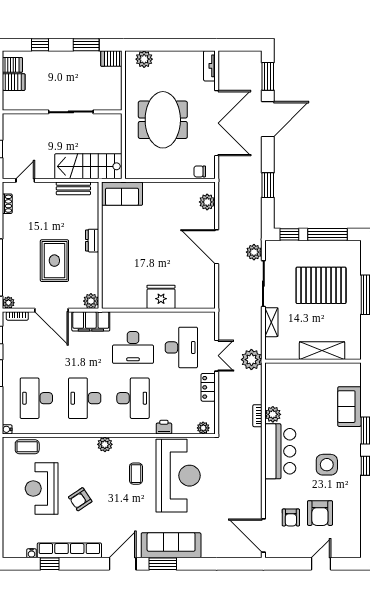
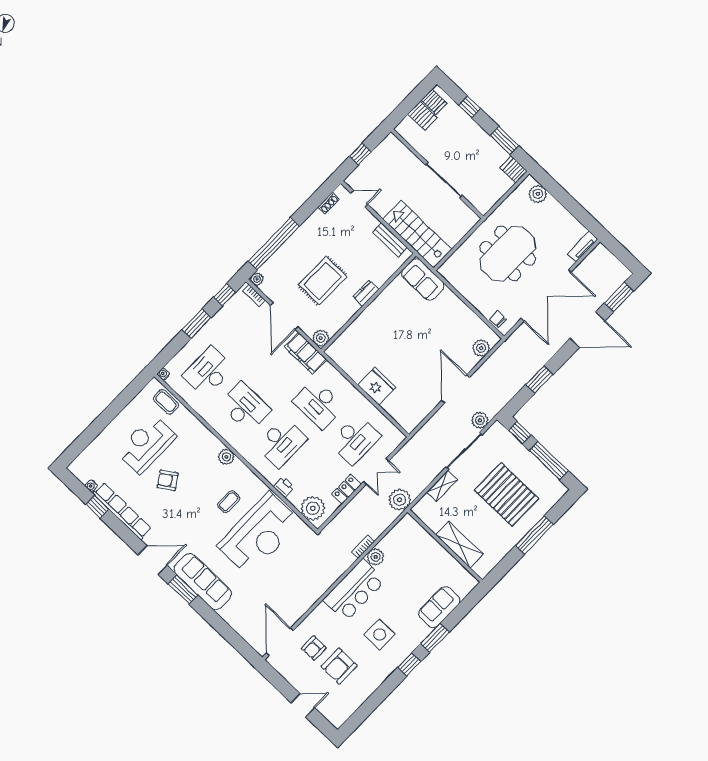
desk: (85, 398) -> (245, 407), turned 90
plant: (203, 428) -> (313, 508), width x1.88, depth x1.88

